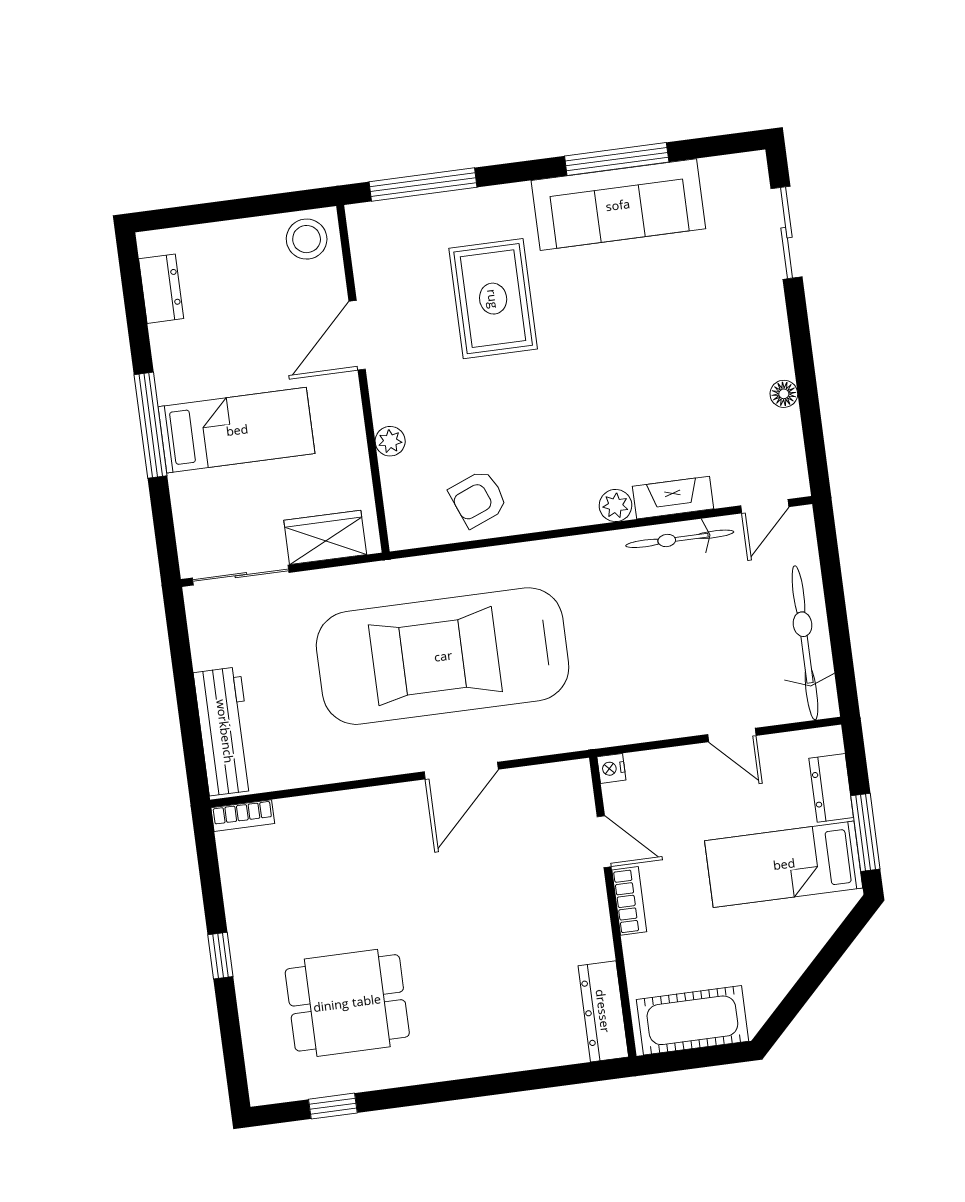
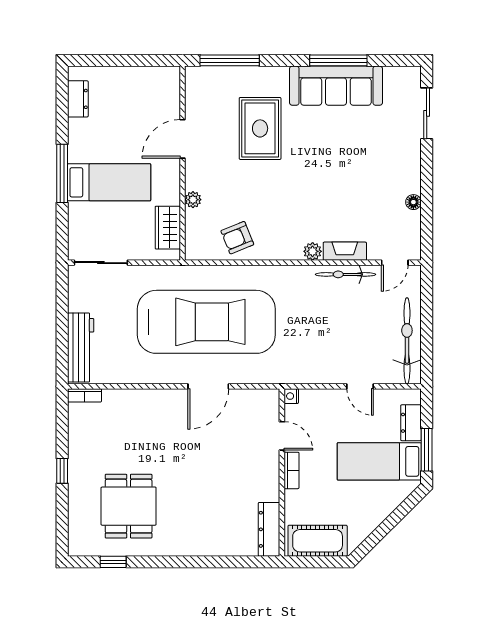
stool: (307, 239) -> (162, 82), removed
wardrobe: (325, 537) -> (168, 228), moved, turned -90
car: (443, 656) -> (206, 322), turned 180
dining table: (347, 1003) -> (129, 506), turned 90

